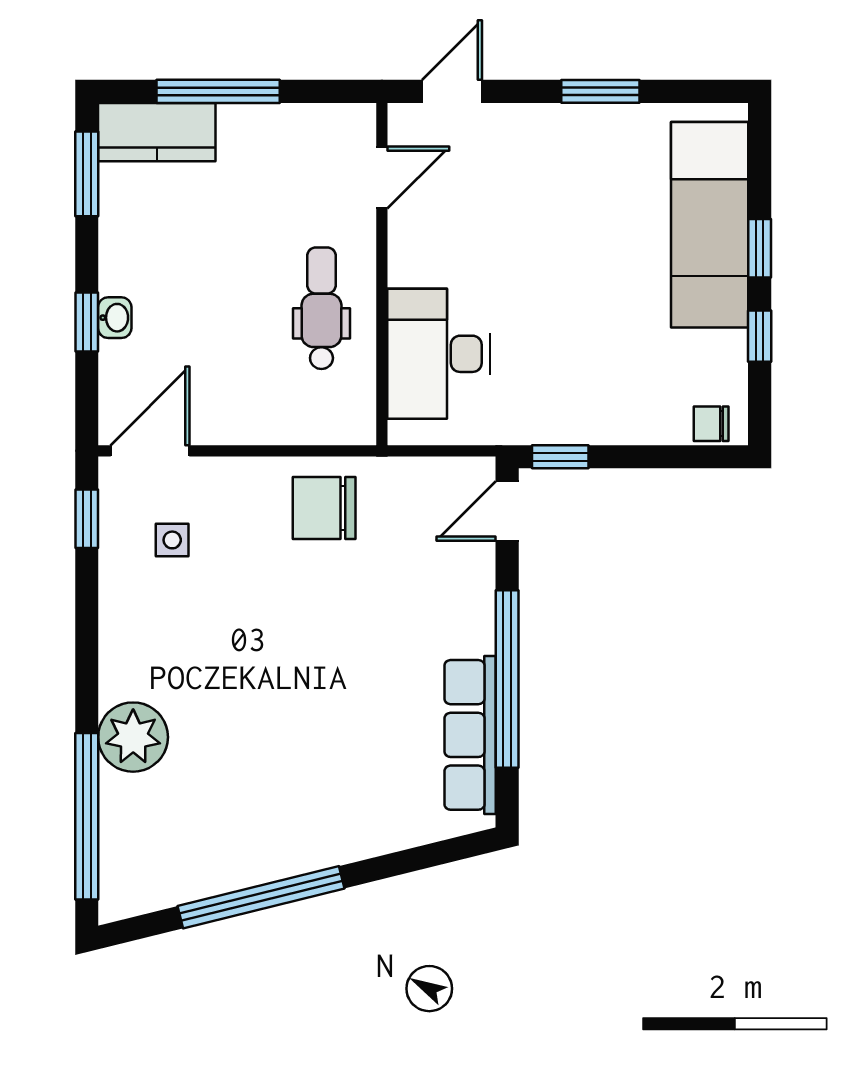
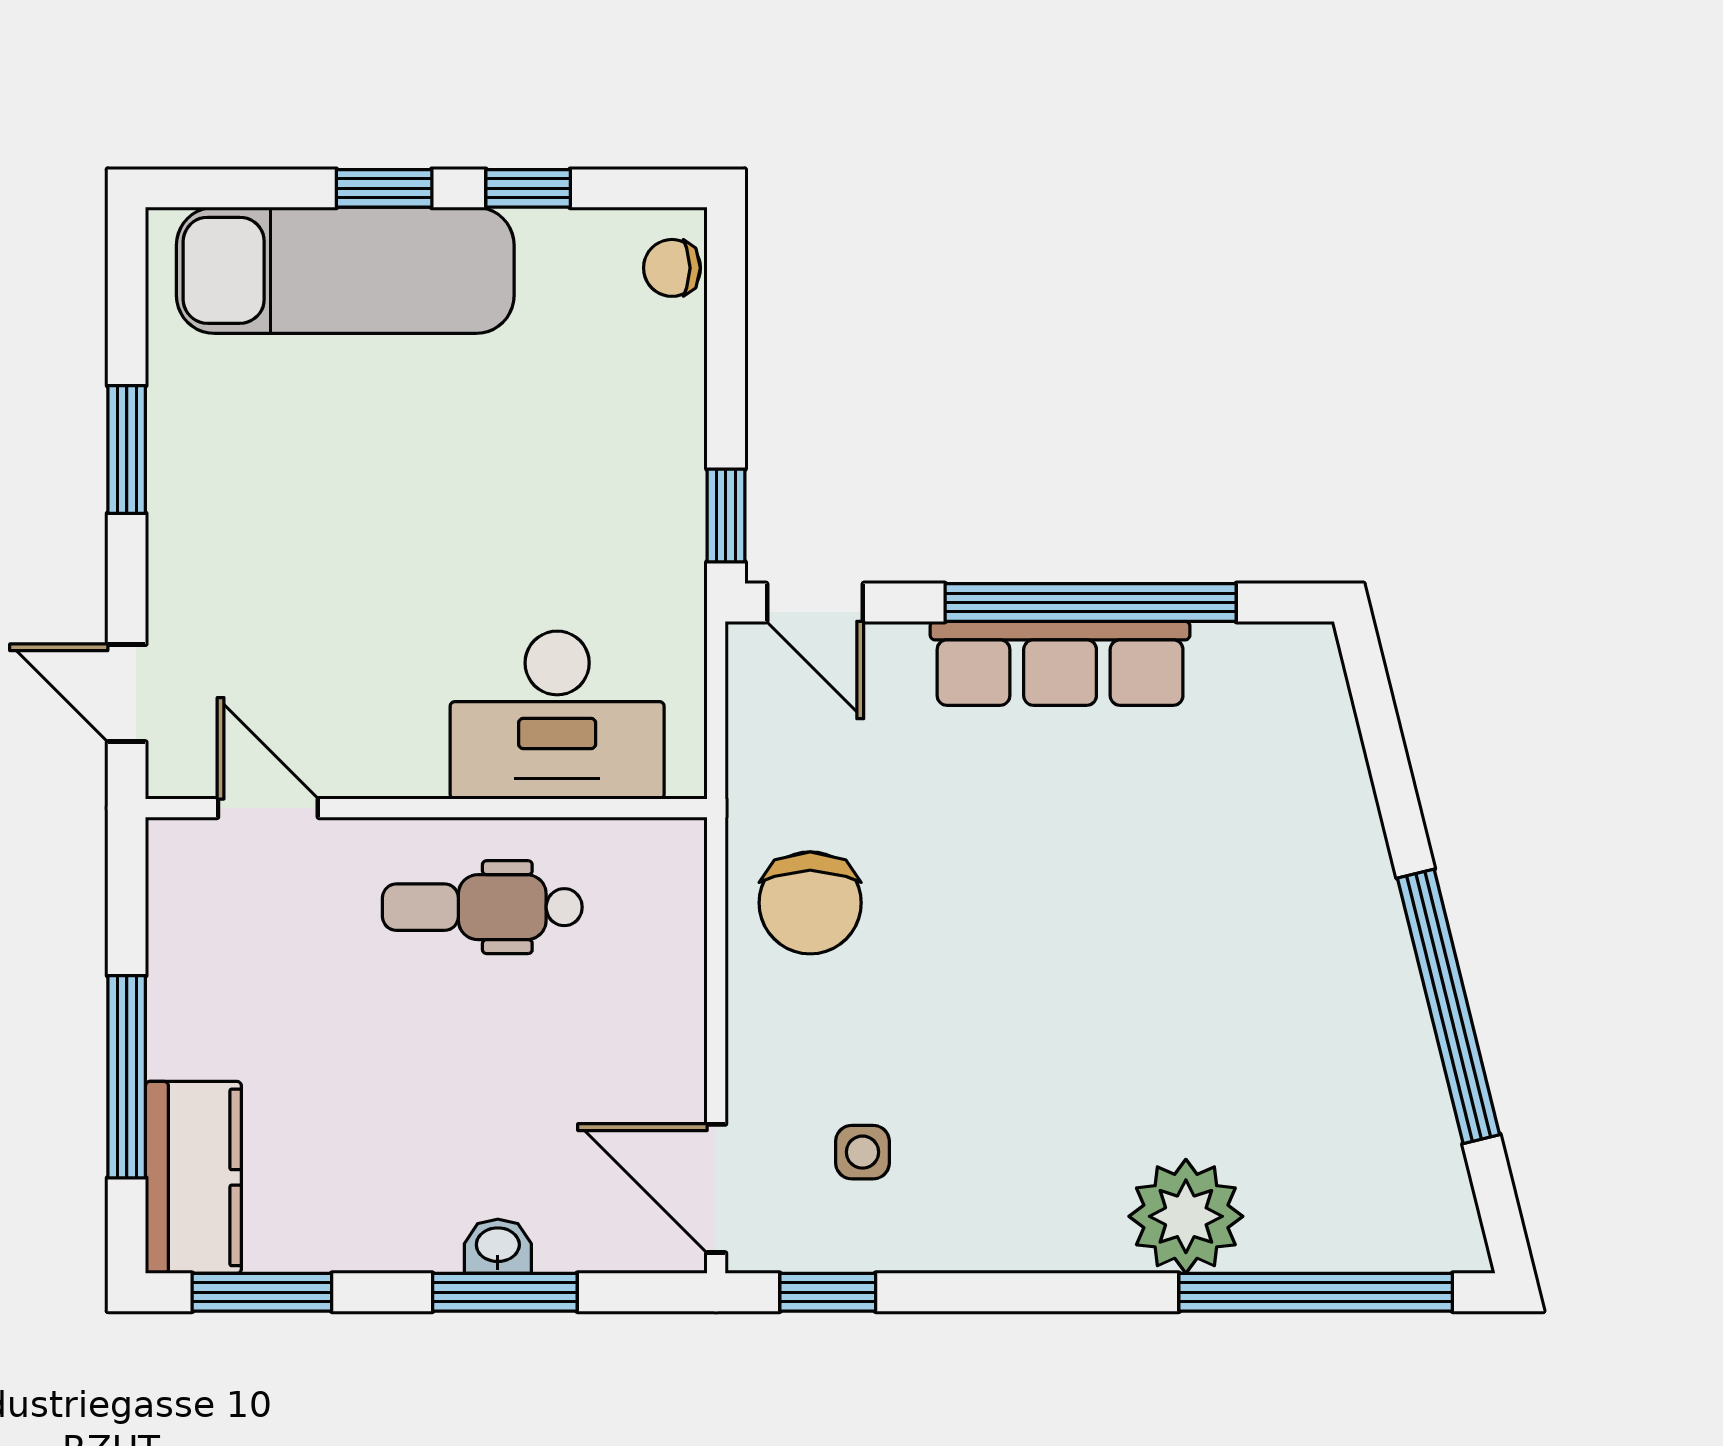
window: (87, 322) -> (505, 1292), width x1.50
chair: (711, 424) -> (672, 268), turned 90
row of seats: (470, 735) -> (1060, 663), moved

